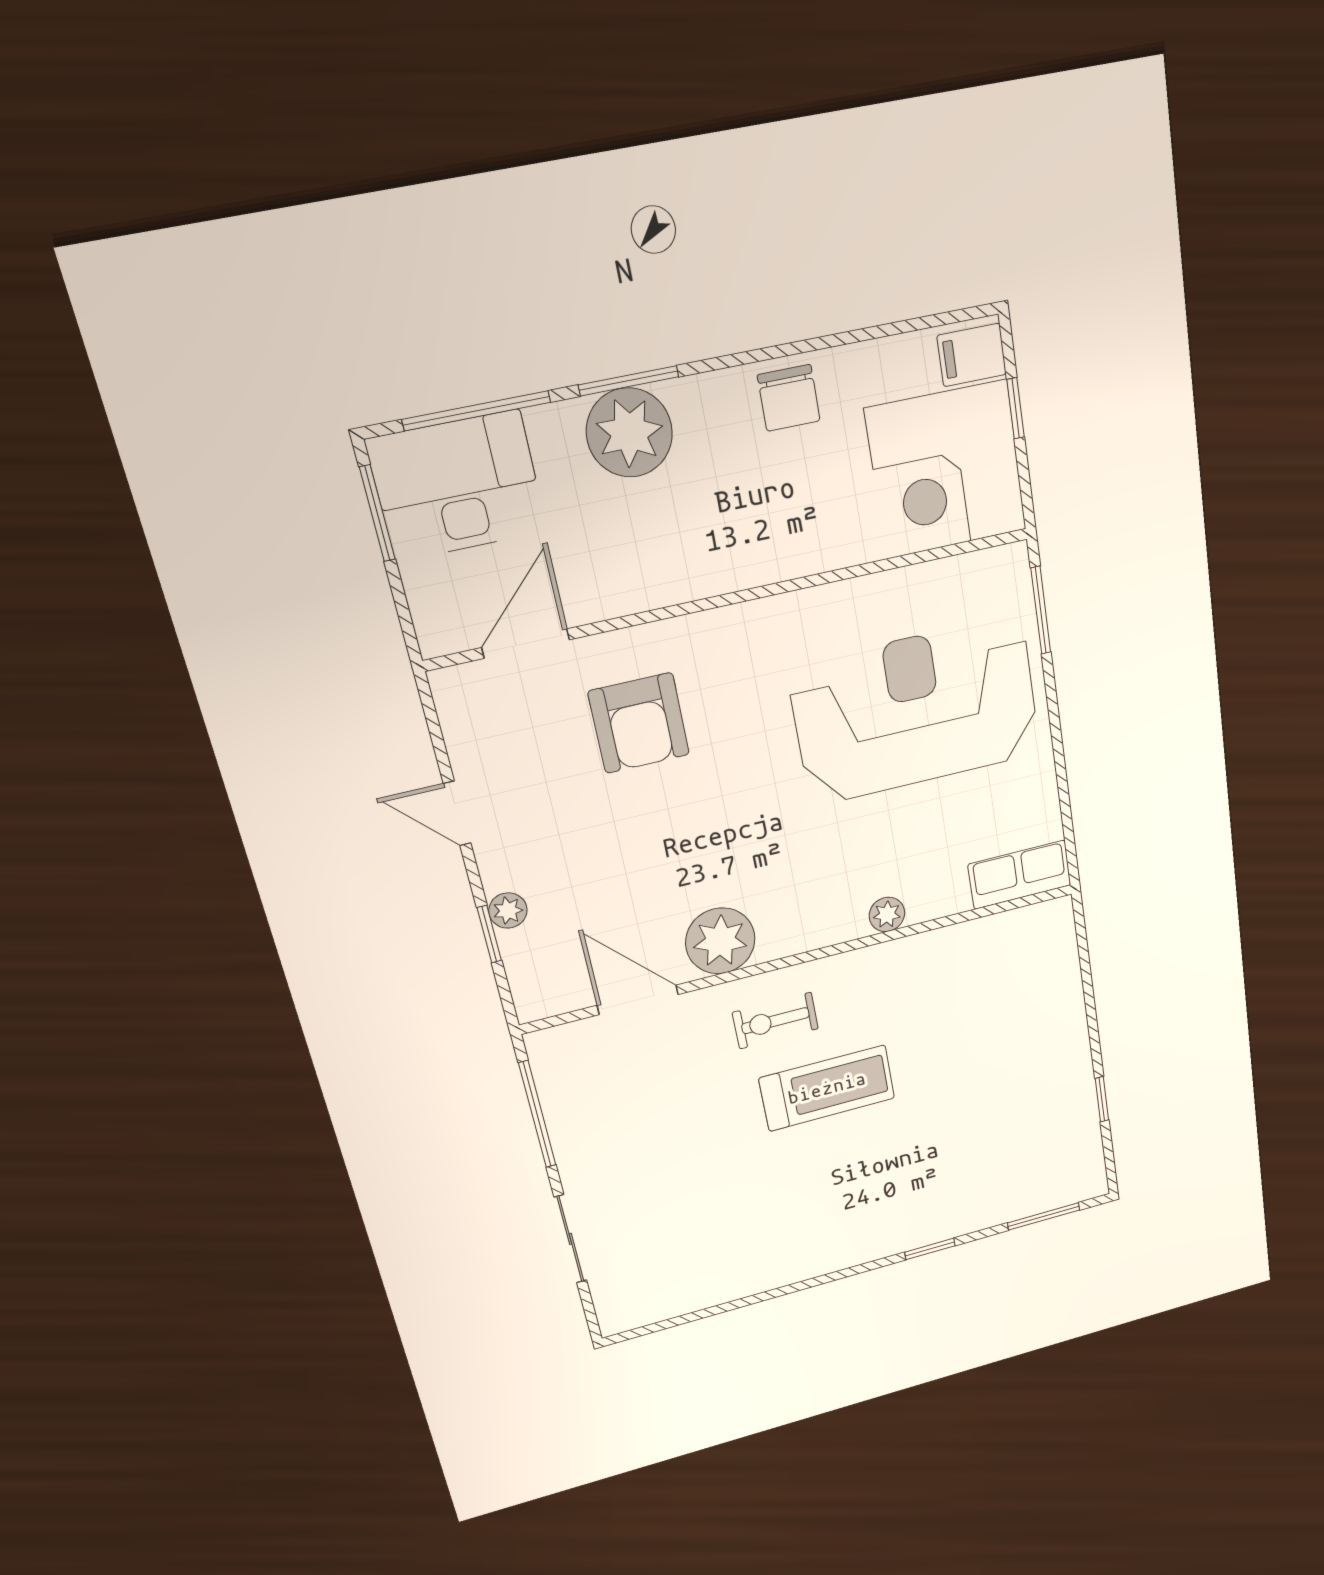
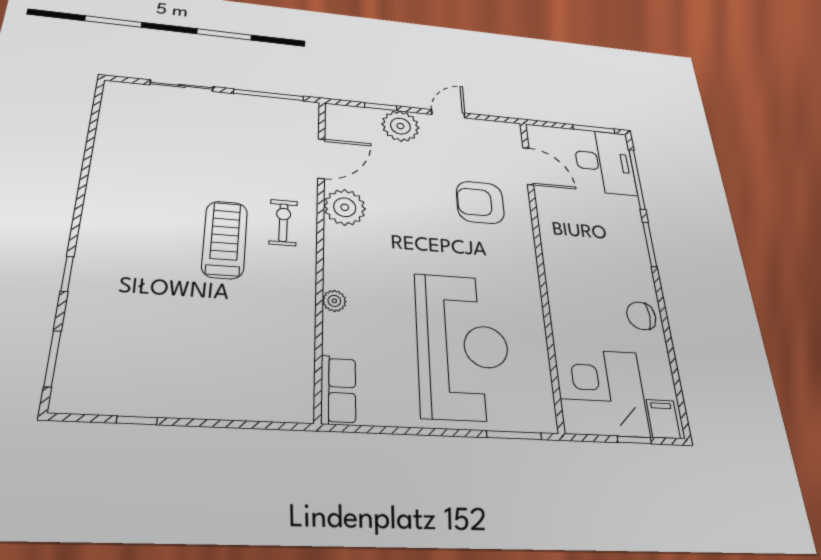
plant: (629, 433) -> (626, 238), removed
plant: (508, 911) -> (400, 126), width x1.87, depth x1.87
treadmill: (827, 1088) -> (225, 239), turned 180

